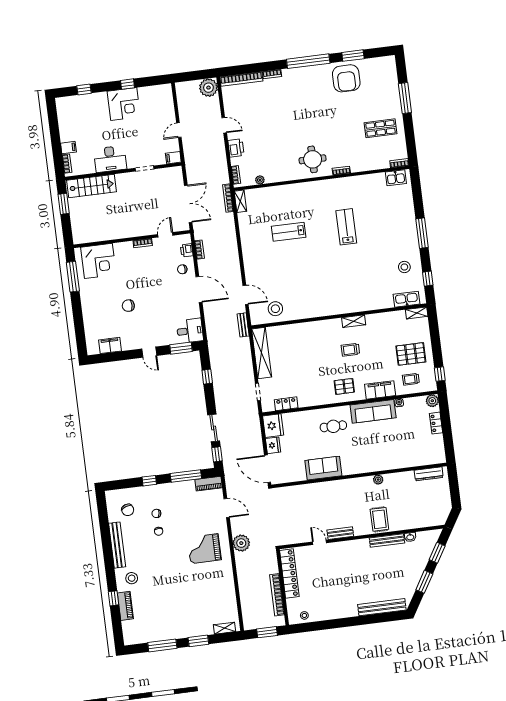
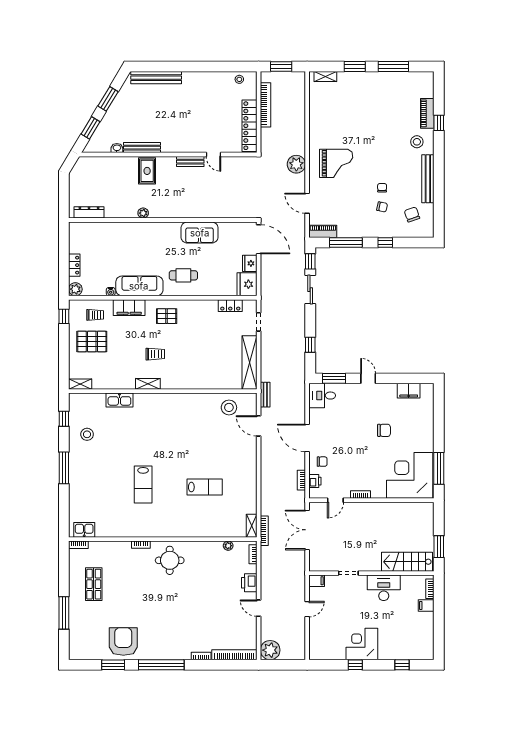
shop shelf: (380, 128) -> (94, 584), turned 90
corner desk: (98, 261) -> (410, 475), width x1.36, depth x1.36
kitchen sink: (406, 299) -> (119, 400), moved

